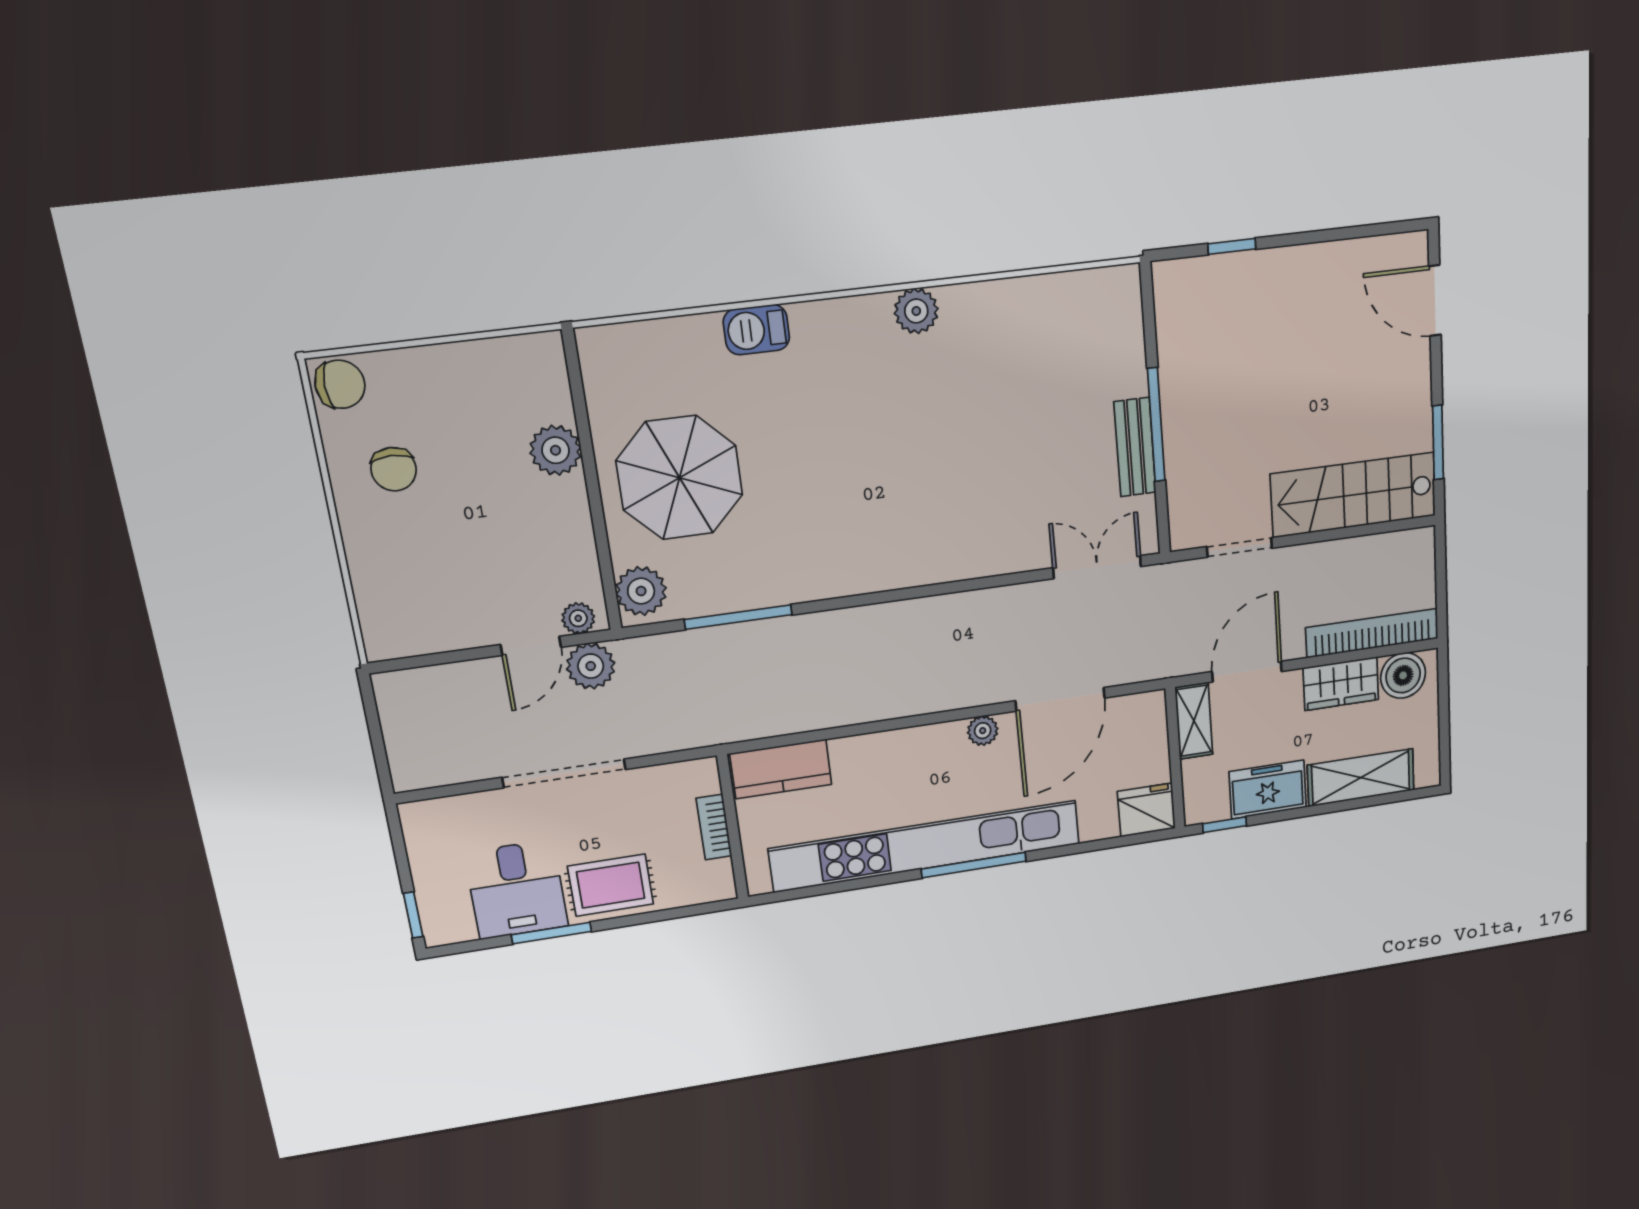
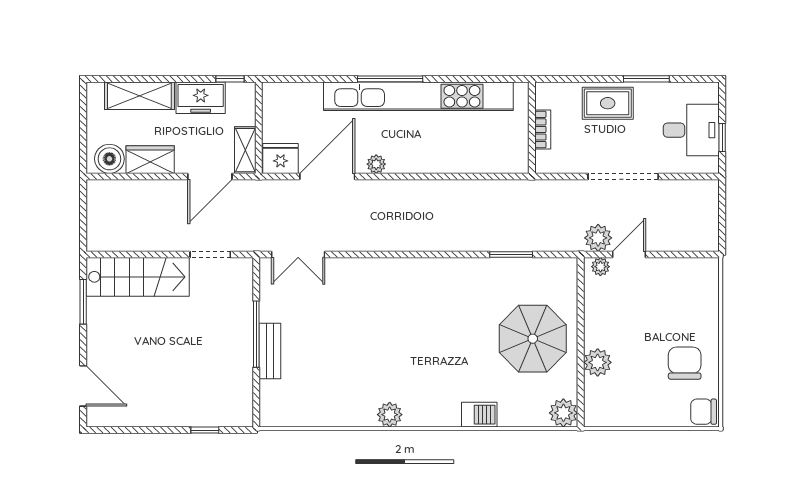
bench: (1135, 447) -> (270, 351), moved
chair: (394, 469) -> (685, 363), width x1.37, depth x1.37
plant: (641, 591) -> (563, 413), moved
window: (738, 617) -> (511, 254), width x0.69
bookcase: (1372, 633) -> (129, 189), removed
kitchen counter: (781, 769) -> (499, 159), removed
fridge: (1146, 810) -> (280, 158), moved, turned 180
desk: (516, 890) -> (691, 130), moved, turned 90
window: (413, 915) -> (722, 138), moved

